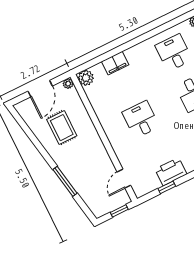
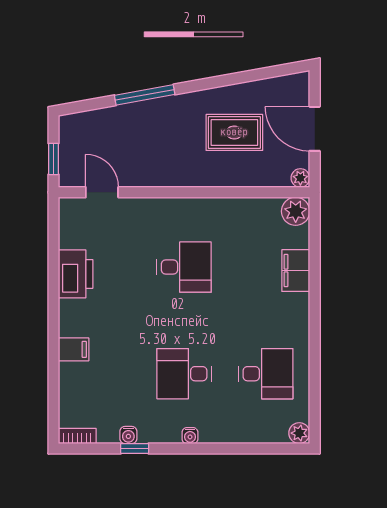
window: (167, 187) -> (53, 255), removed

